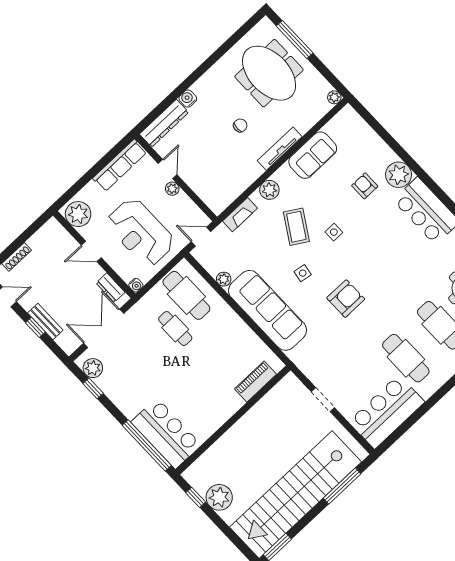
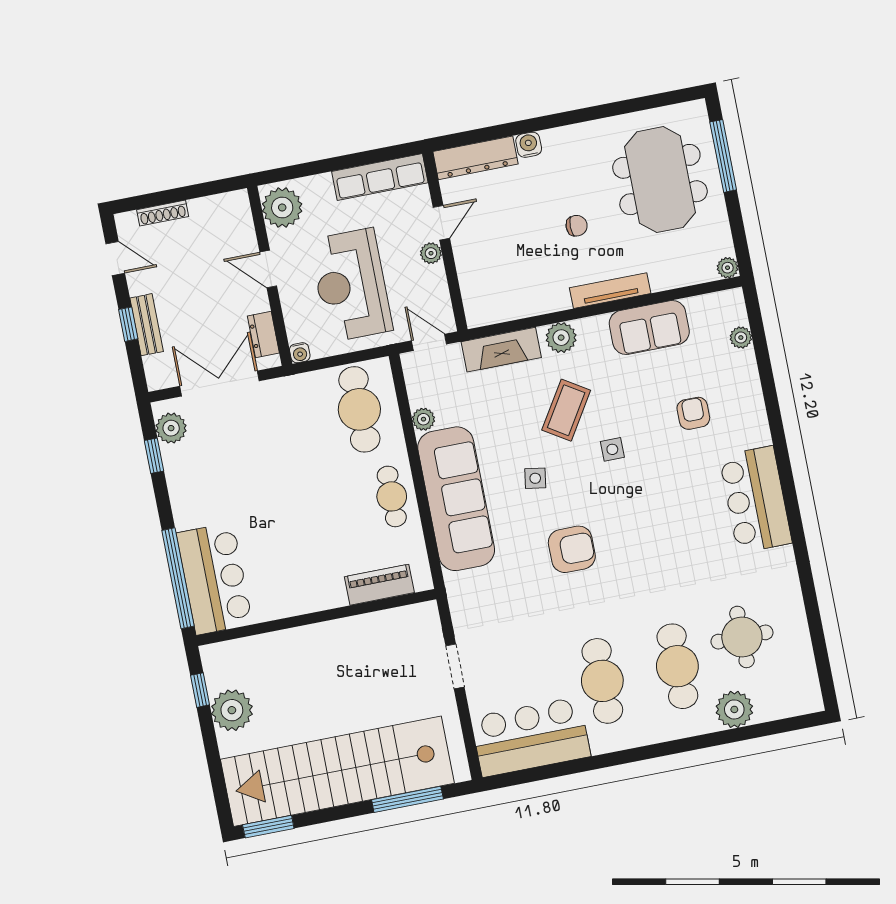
plant: (399, 175) -> (741, 338), moved, width x0.53, depth x0.53
fireplace: (240, 215) -> (501, 350), width x1.37, depth x1.32
cafe table: (175, 329) -> (392, 496), moved

